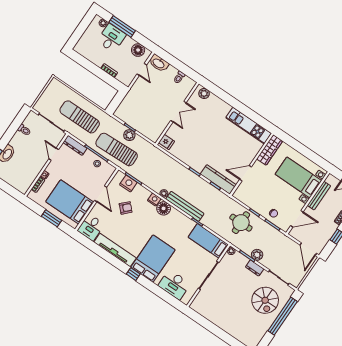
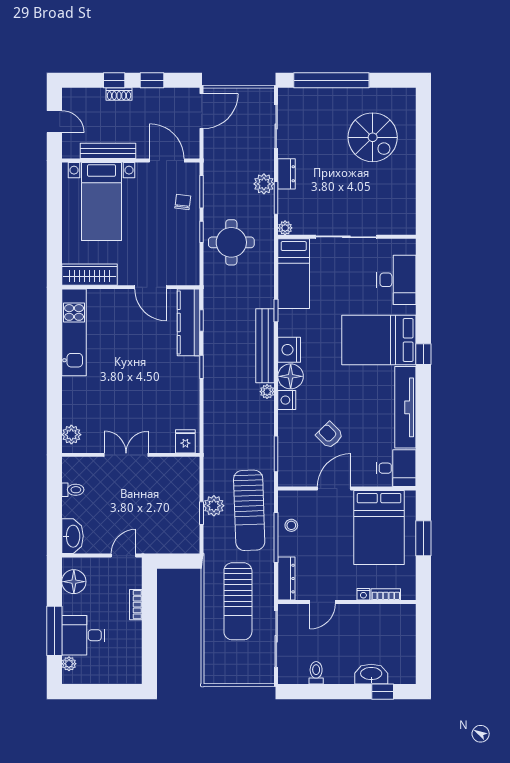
door: (142, 69) -> (123, 556), moved
nightstand: (128, 183) -> (289, 350), moved
spiral stairs: (265, 300) -> (373, 137), moved, turned 90

